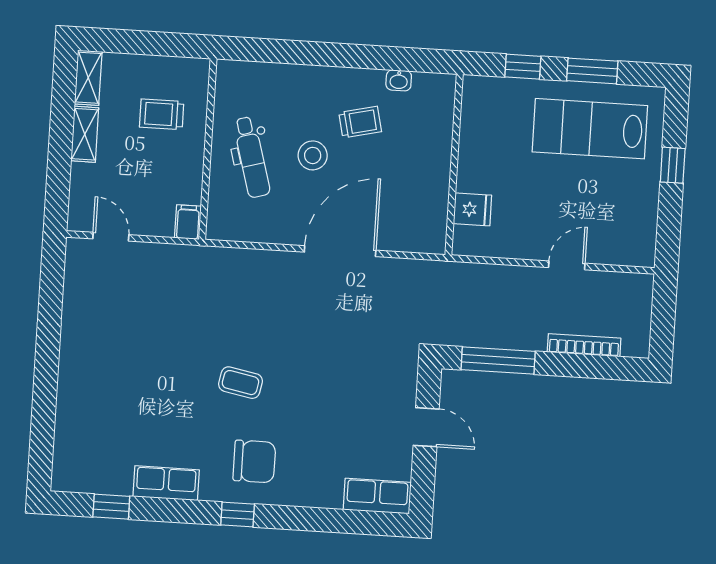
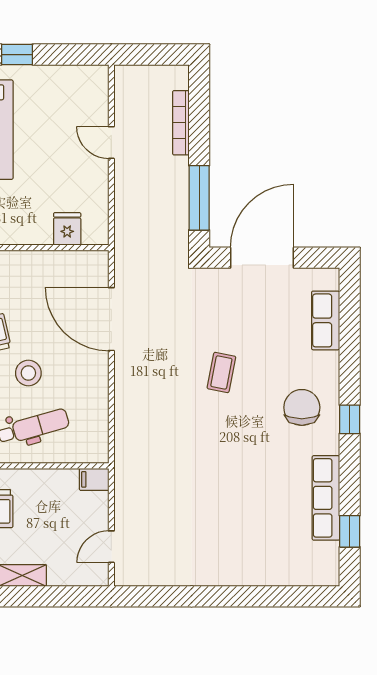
door: (340, 251) -> (111, 319), moved
coffee table: (240, 383) -> (221, 372), moved
door: (426, 427) -> (262, 258), width x1.87
row of seats: (166, 483) -> (326, 498), width x1.48
row of seats: (377, 496) -> (326, 320), moved

